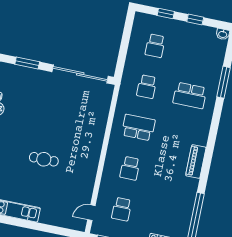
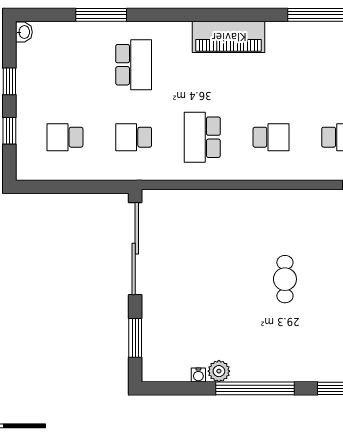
school desk: (155, 46) -> (65, 137), turned 180
school desk: (147, 87) -> (134, 137), turned 180
piano: (196, 162) -> (229, 37), width x1.37, depth x1.33

